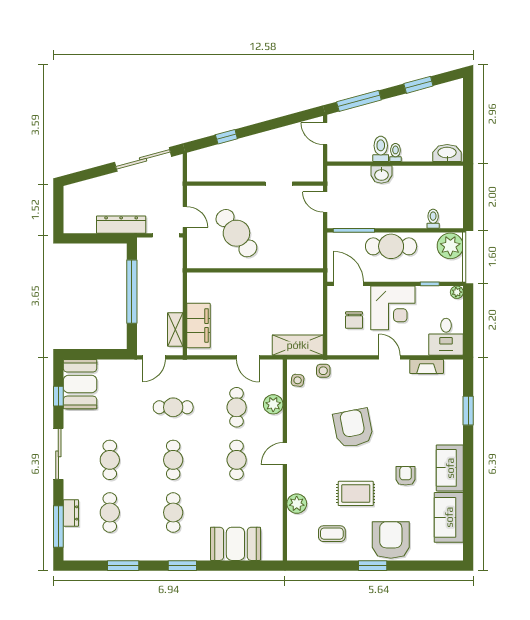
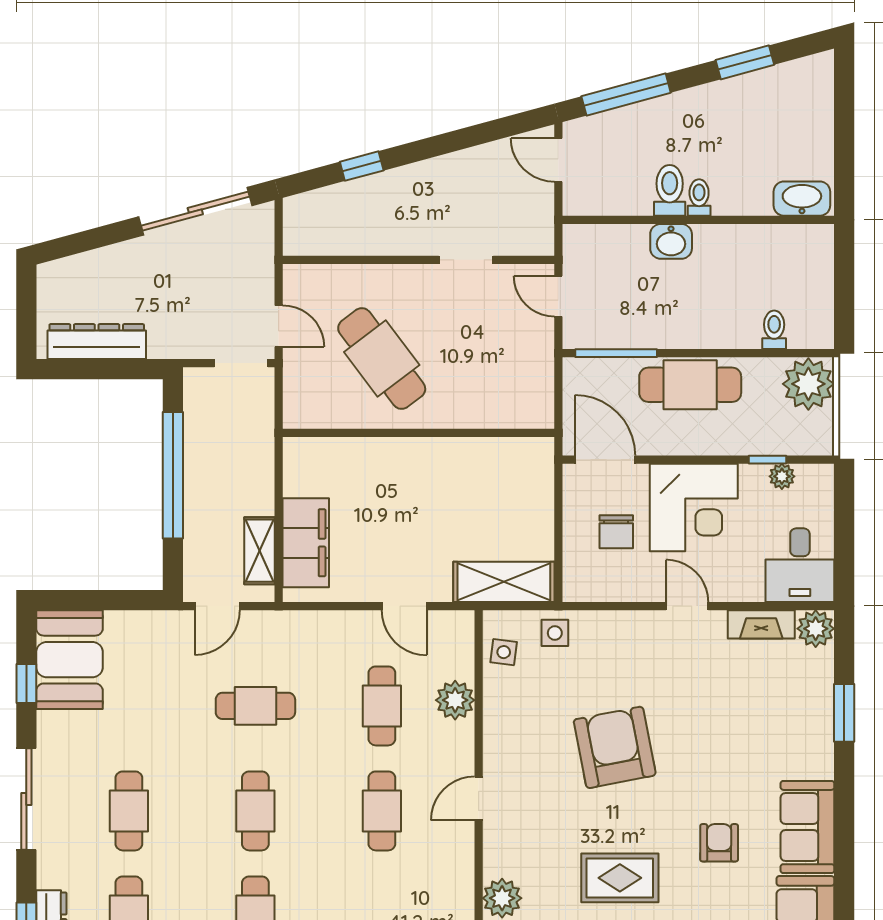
dresser: (121, 225) -> (97, 342), moved
plant: (457, 292) -> (782, 476), moved
plant: (454, 369) -> (816, 629), added

